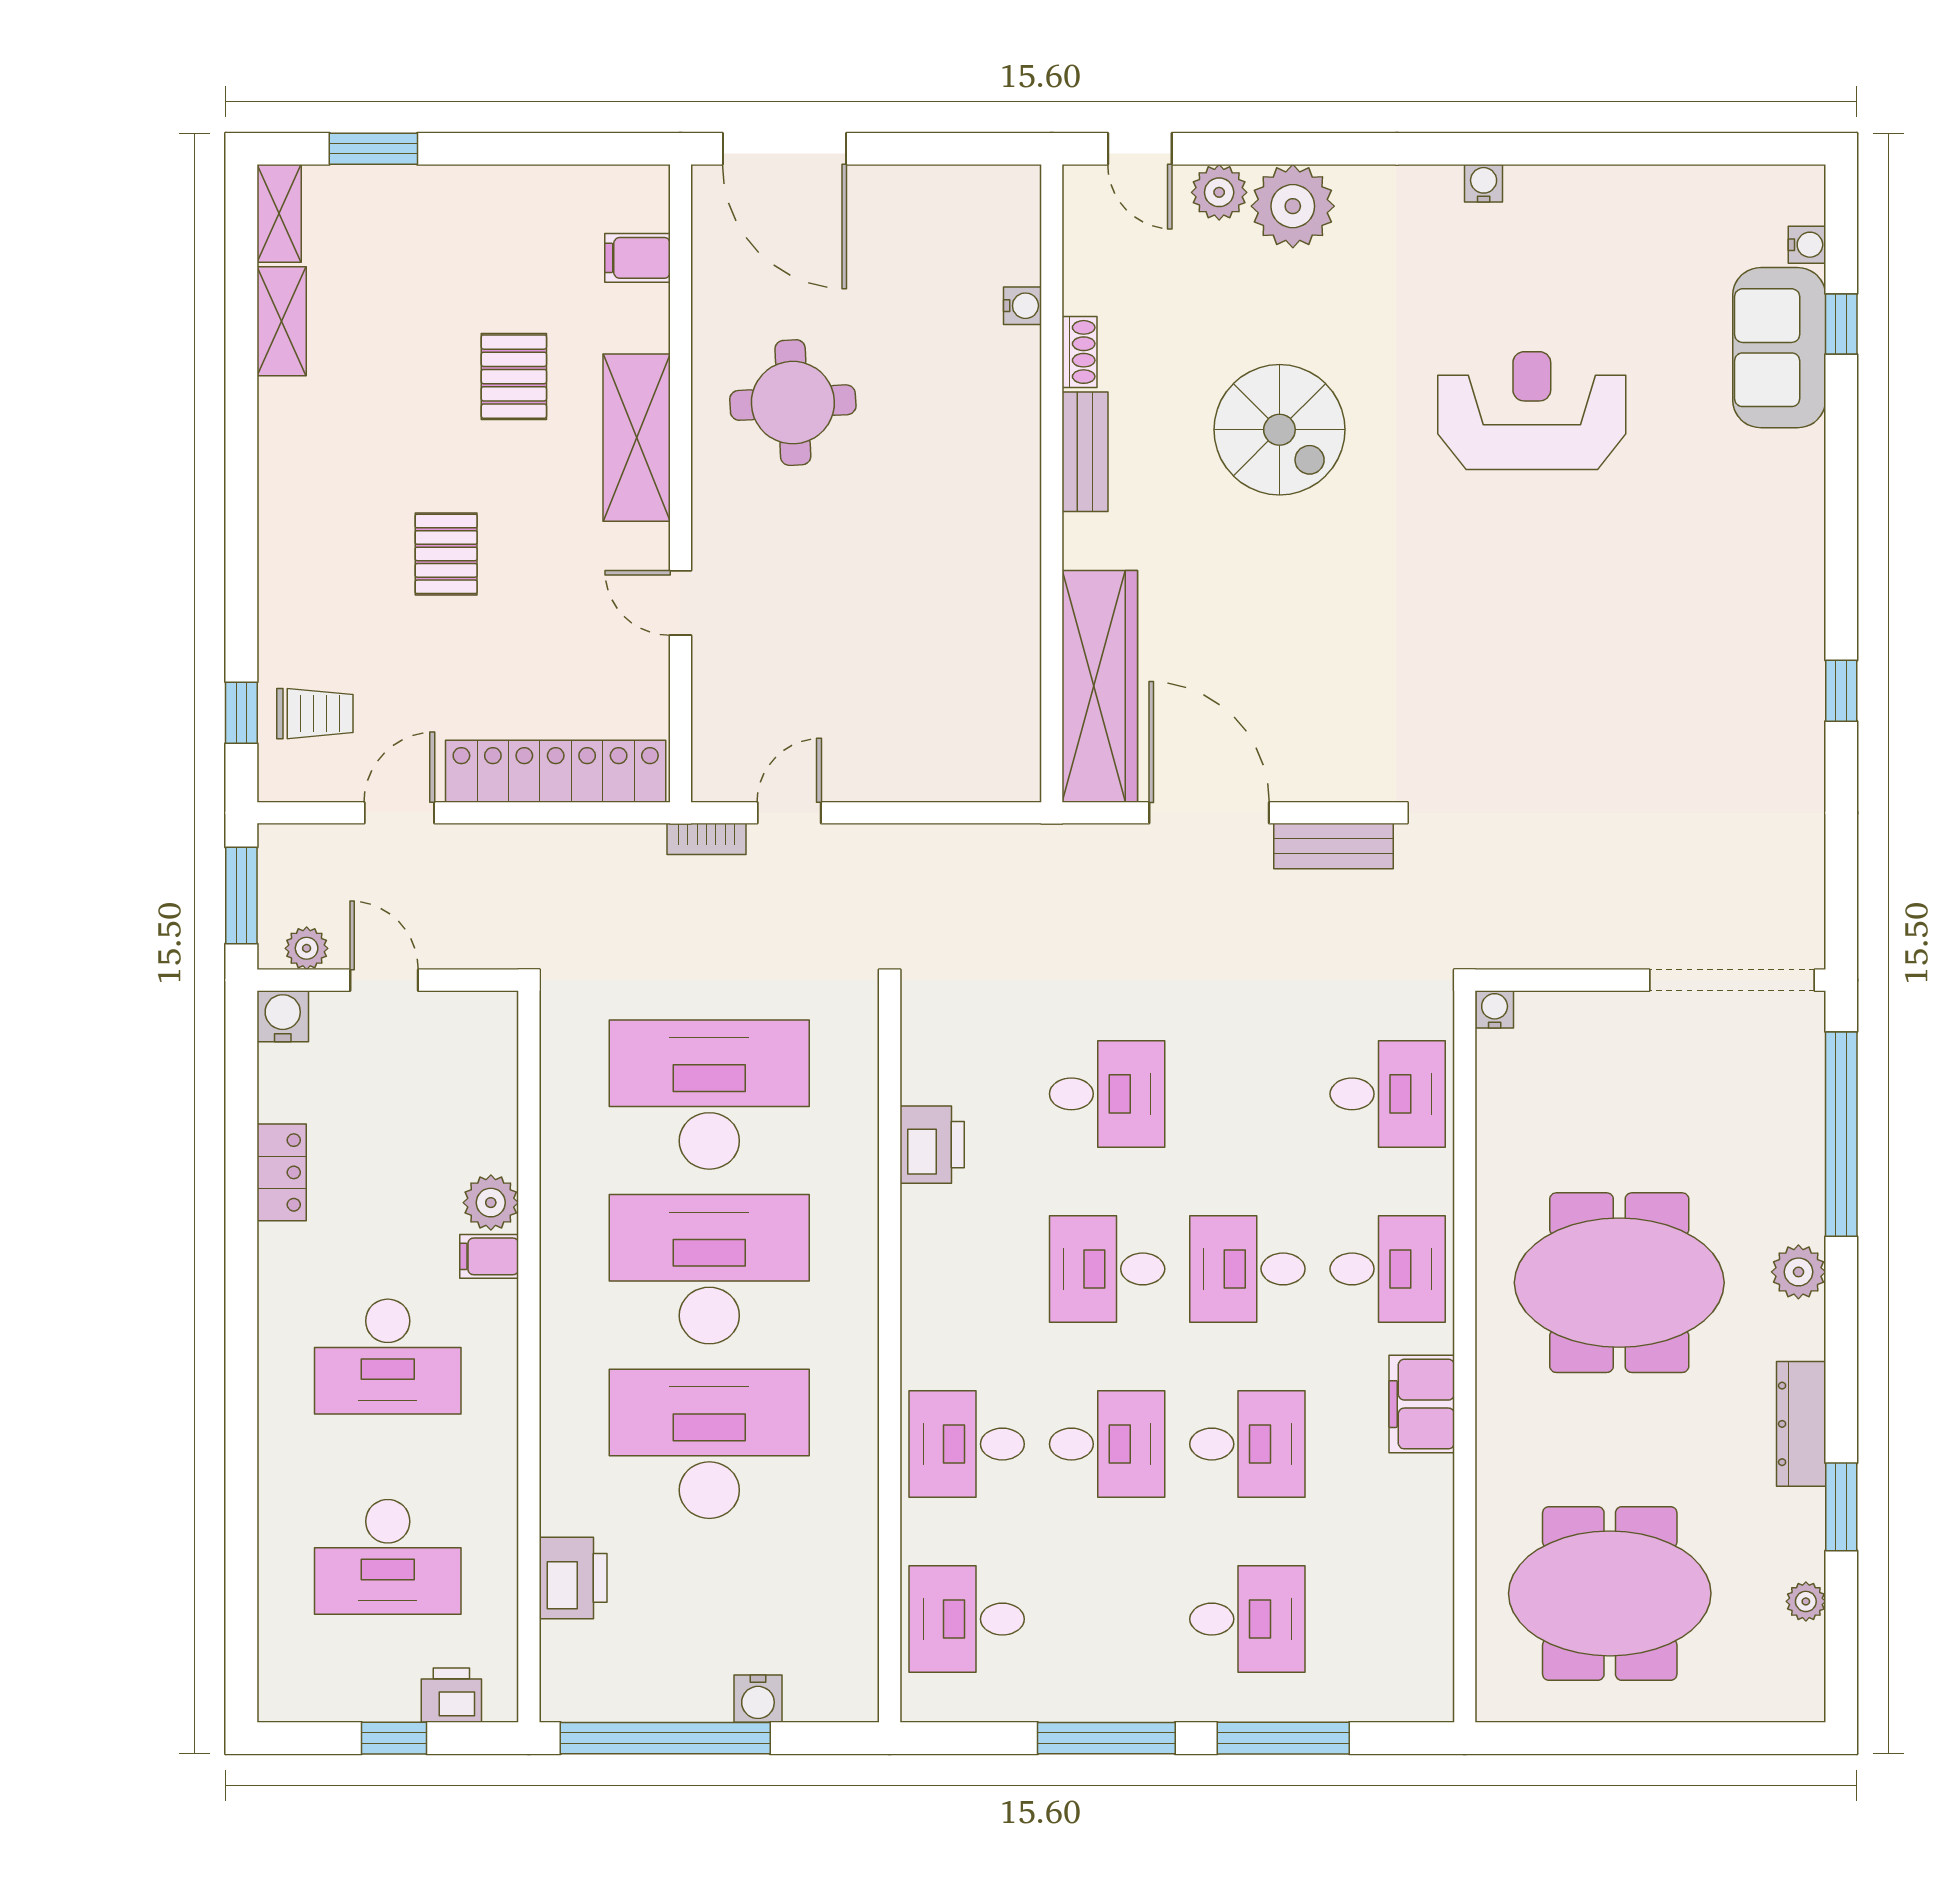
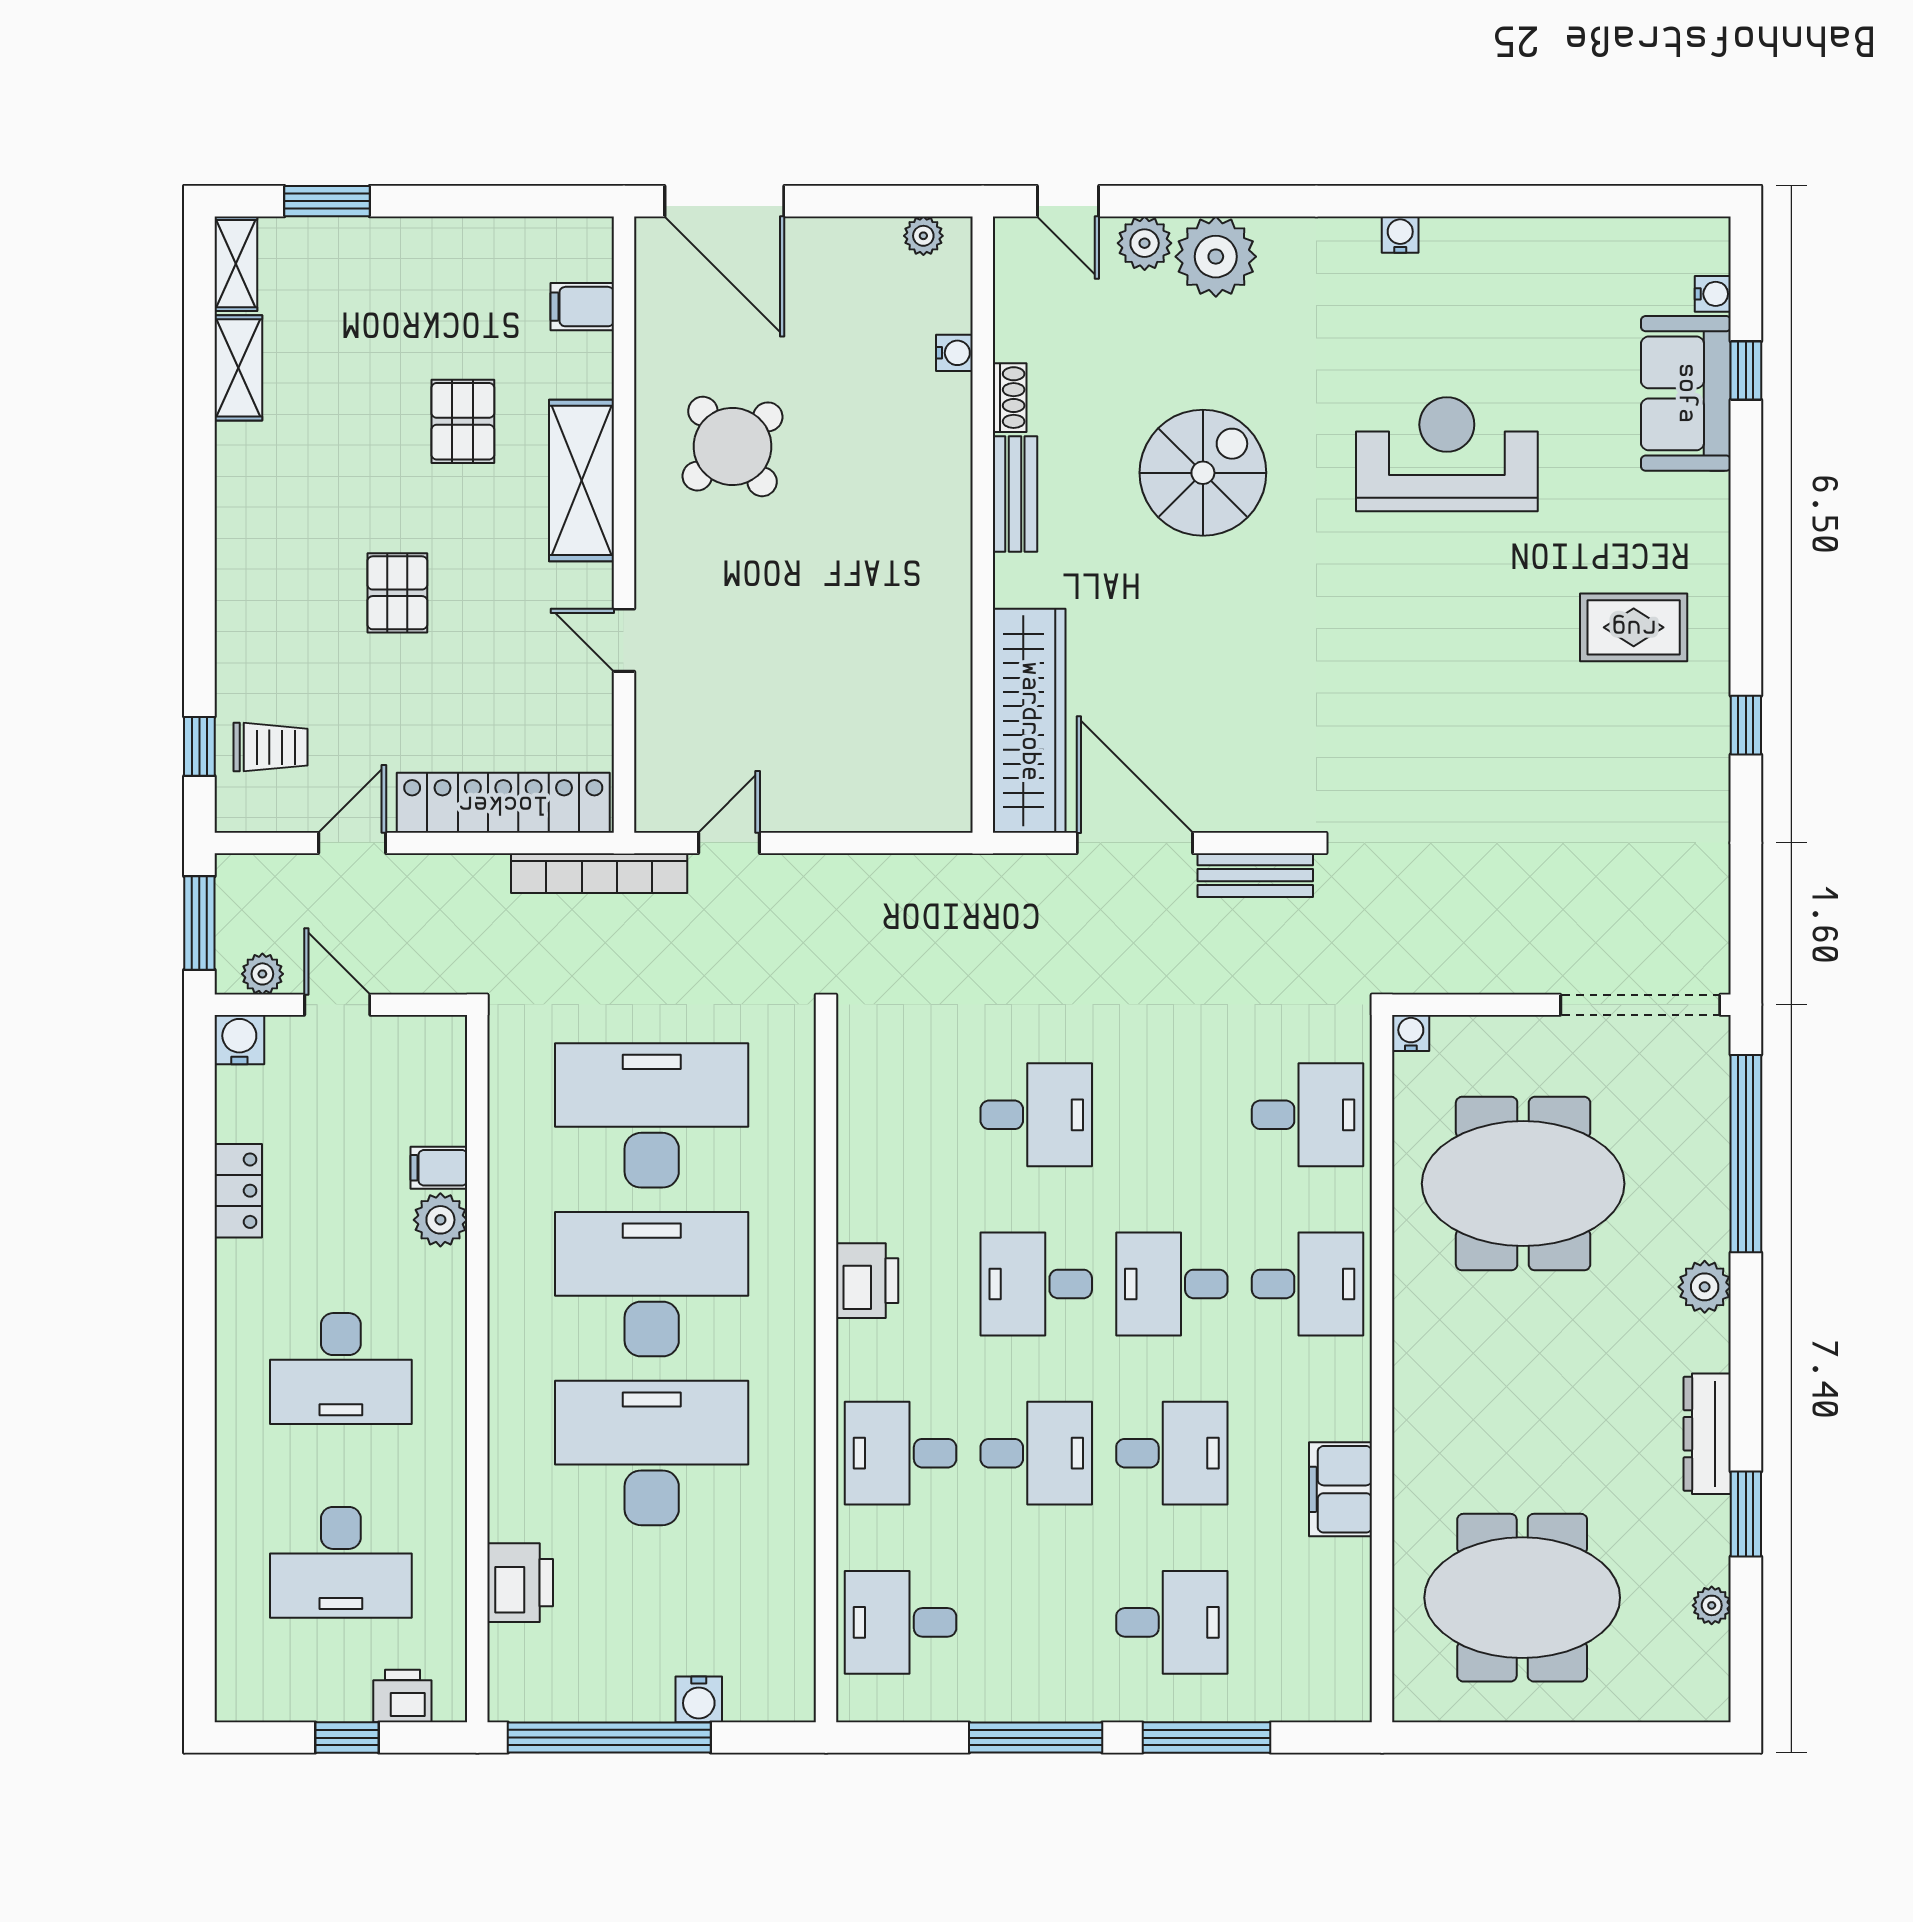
plant: (990, 185) -> (923, 236), added
round table: (793, 403) -> (732, 446), turned -37
spiral stairs: (1279, 430) -> (1203, 473), turned -90
rug: (1725, 590) -> (1634, 627), added
bookcase: (707, 839) -> (599, 873), width x2.31, depth x1.31
printer: (932, 1145) -> (867, 1281), moved
filing cabinet: (489, 1256) -> (439, 1168), moved
meeting table: (1619, 1283) -> (1523, 1184), moved
filing cabinet: (1422, 1404) -> (1340, 1489), moved

